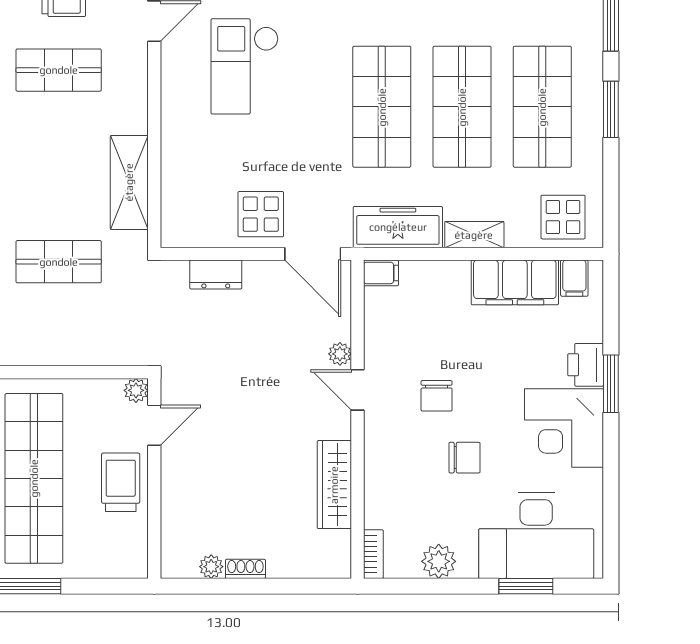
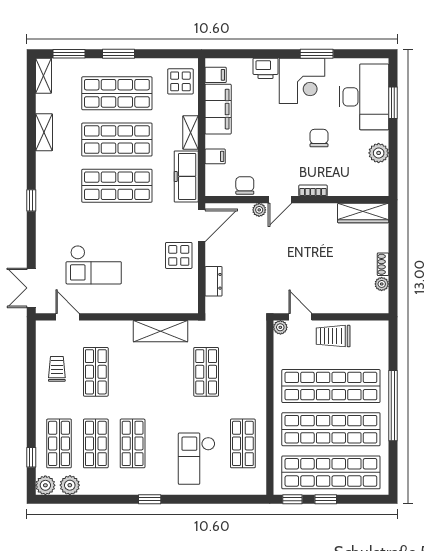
filing cabinet: (381, 273) -> (215, 156), moved, turned 90
window: (611, 384) -> (317, 54), moved
chair: (437, 396) -> (245, 186), moved, turned -90
wardrobe: (334, 485) -> (363, 213), moved
bookcase: (373, 554) -> (313, 191), moved

